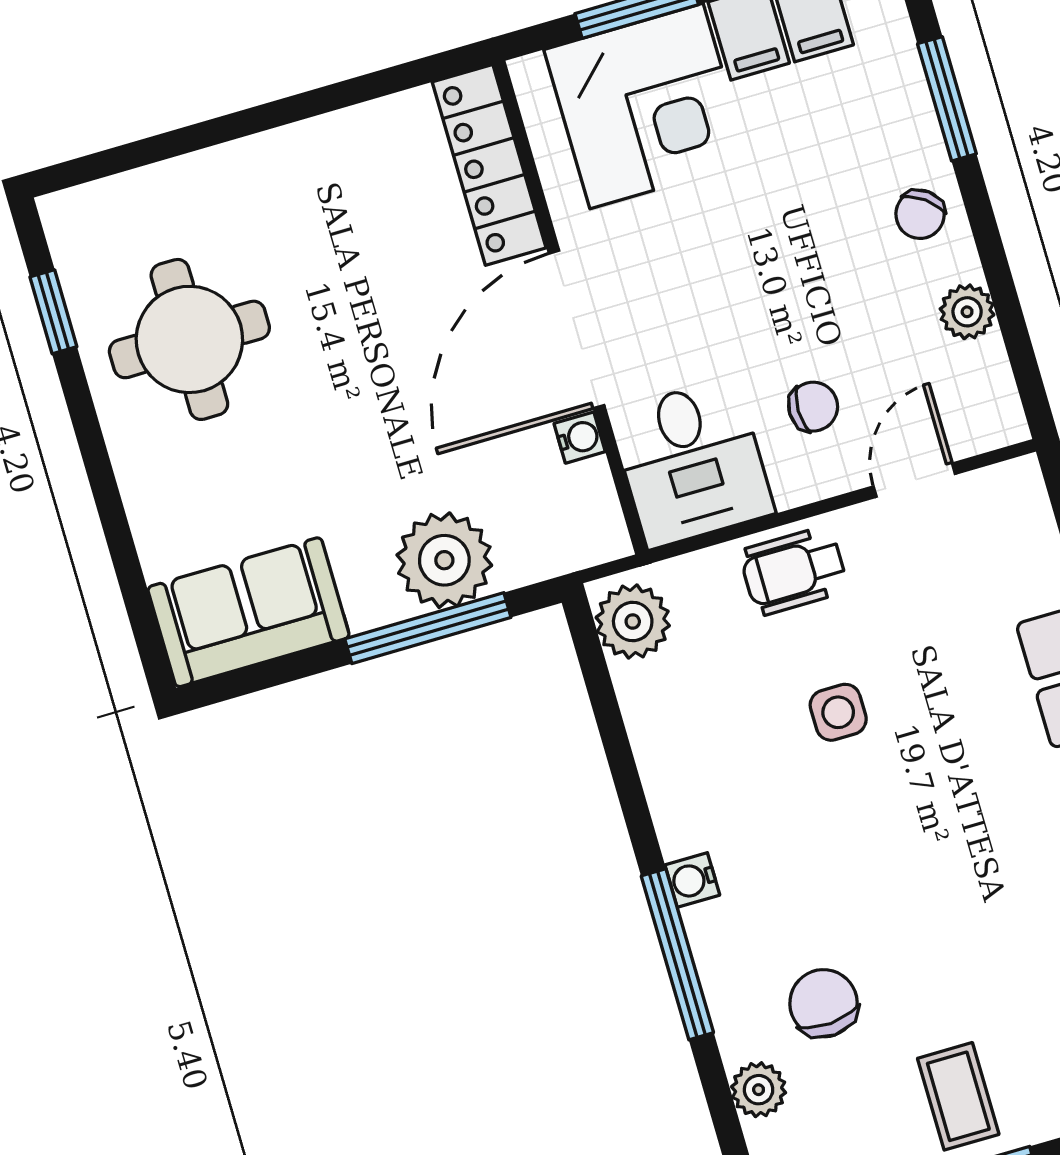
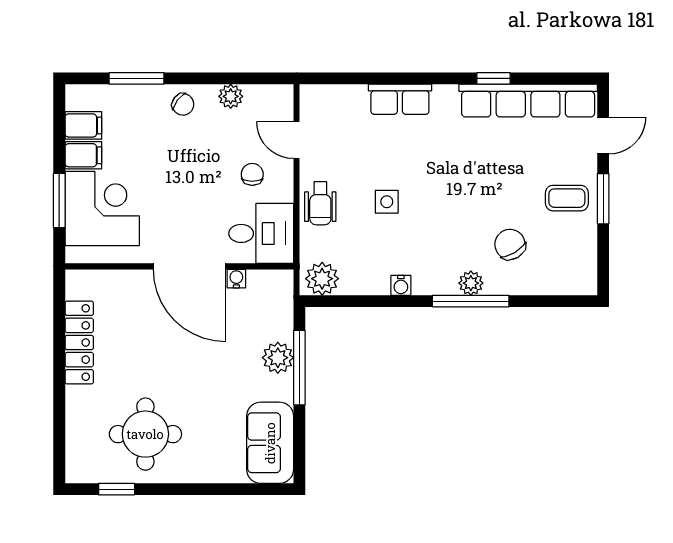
locker: (489, 165) -> (79, 343), moved, turned -90
plant: (444, 560) -> (278, 358), width x0.73, depth x0.73
water cooler: (692, 880) -> (401, 285), moved
chair: (823, 1003) -> (510, 244), turned 63
plant: (759, 1090) -> (471, 283), moved

